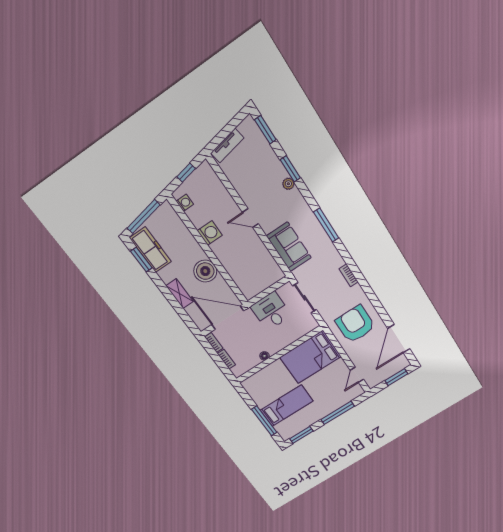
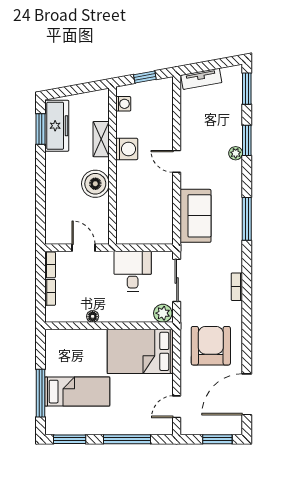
window: (144, 217) -> (74, 90), removed
shelving: (180, 294) -> (101, 139), moved
door: (228, 318) -> (83, 248), width x0.53
plant: (309, 324) -> (163, 313), added

